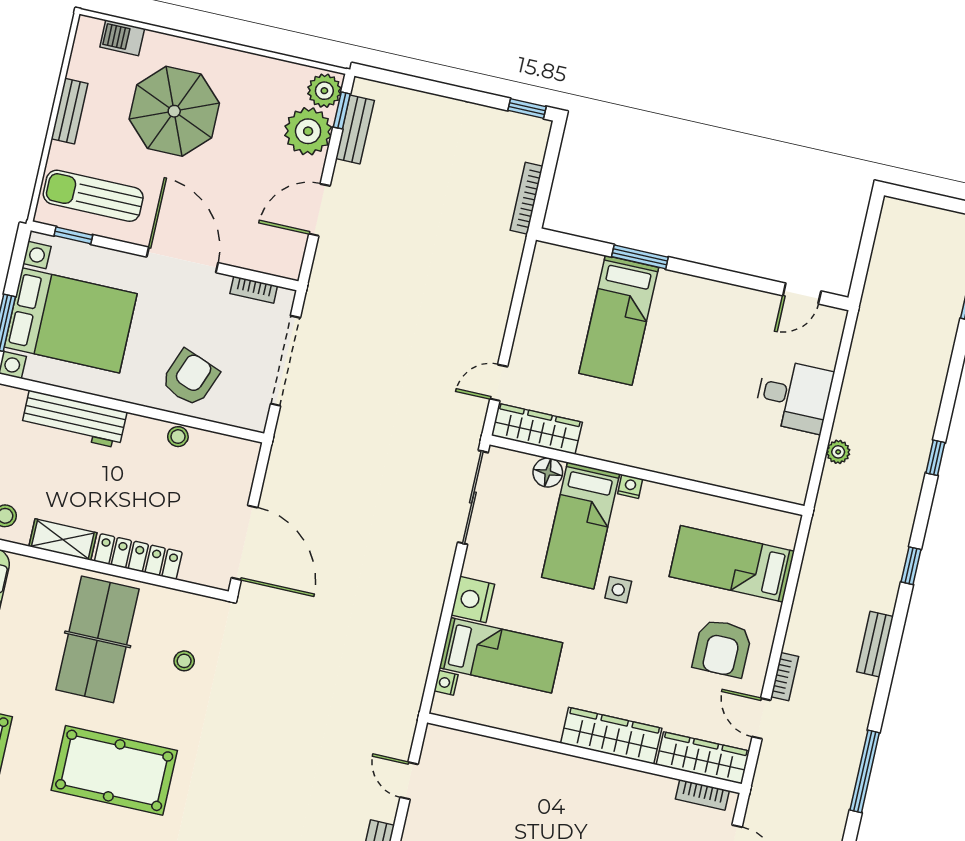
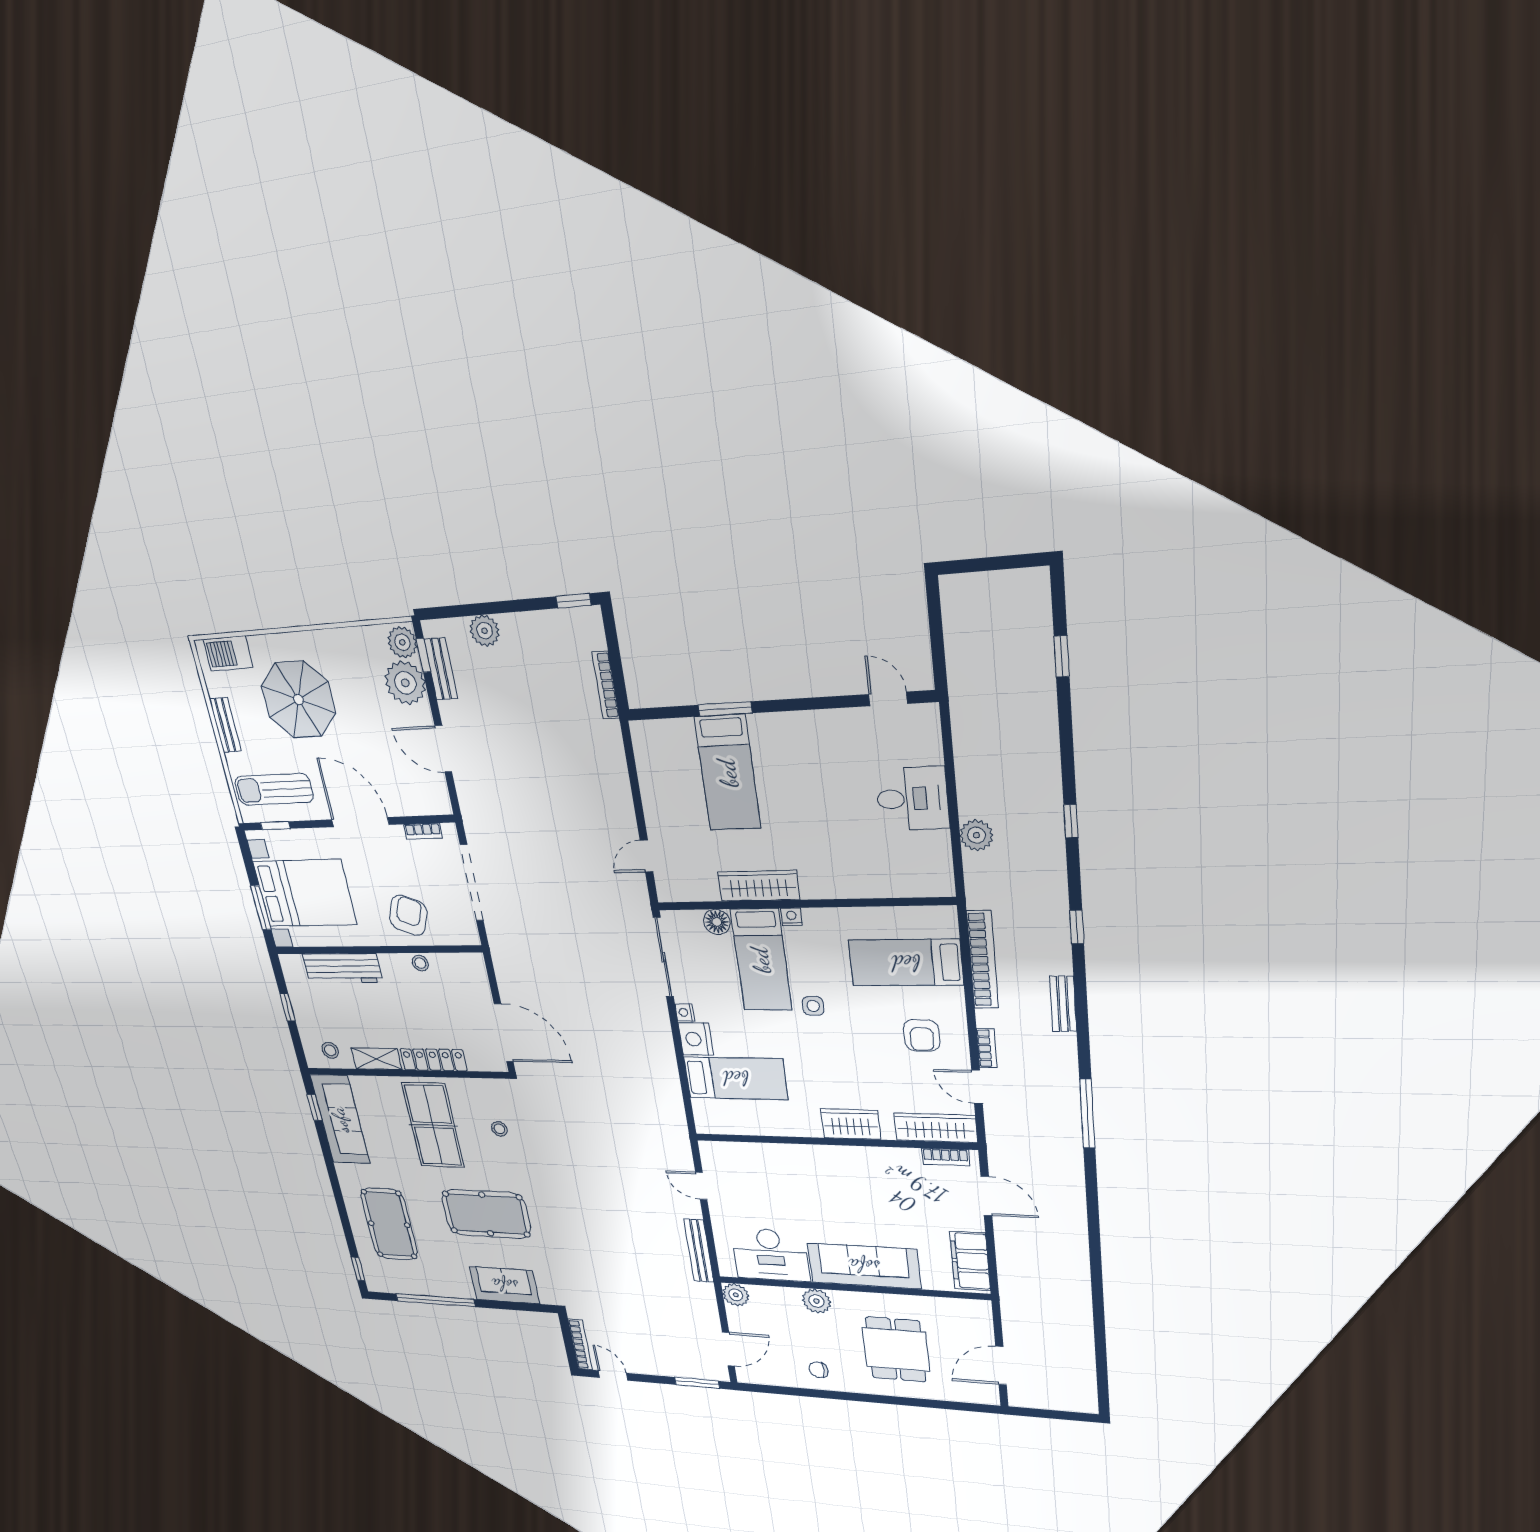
barbecue: (122, 38) -> (228, 653), width x1.38, depth x1.27
plant: (420, 107) -> (485, 631), added
door: (319, 210) -> (443, 749), hinge flipped
door: (802, 293) -> (888, 699), swing flipped
wardrobe: (537, 429) -> (759, 886), moved
plant: (838, 452) -> (976, 835), width x1.38, depth x1.38
bookcase: (810, 579) -> (983, 960), added
armchair: (722, 648) -> (922, 1035), width x0.72, depth x0.72
nightstand: (446, 683) -> (685, 1012), moved
wardrobe: (611, 736) -> (851, 1124), width x0.67

